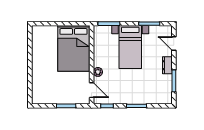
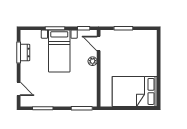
bed with nightstands: (130, 47) -> (59, 51), moved, turned 180
bed: (73, 48) -> (135, 91), moved, turned -90
dresser: (167, 65) -> (25, 53), moved

